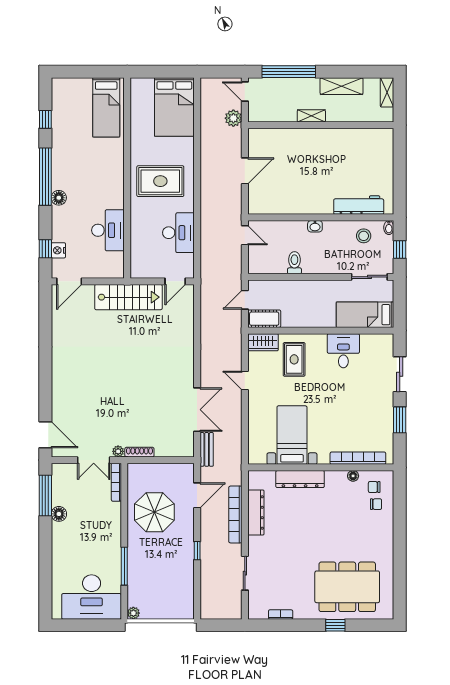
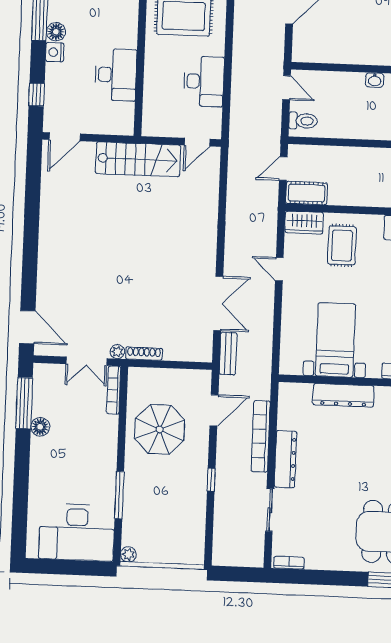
nightstand: (58, 250) -> (55, 52), moved
toilet: (294, 263) -> (303, 121), moved, turned 90
dresser: (256, 512) -> (285, 459), moved
bookcase: (281, 614) -> (289, 563), moved

